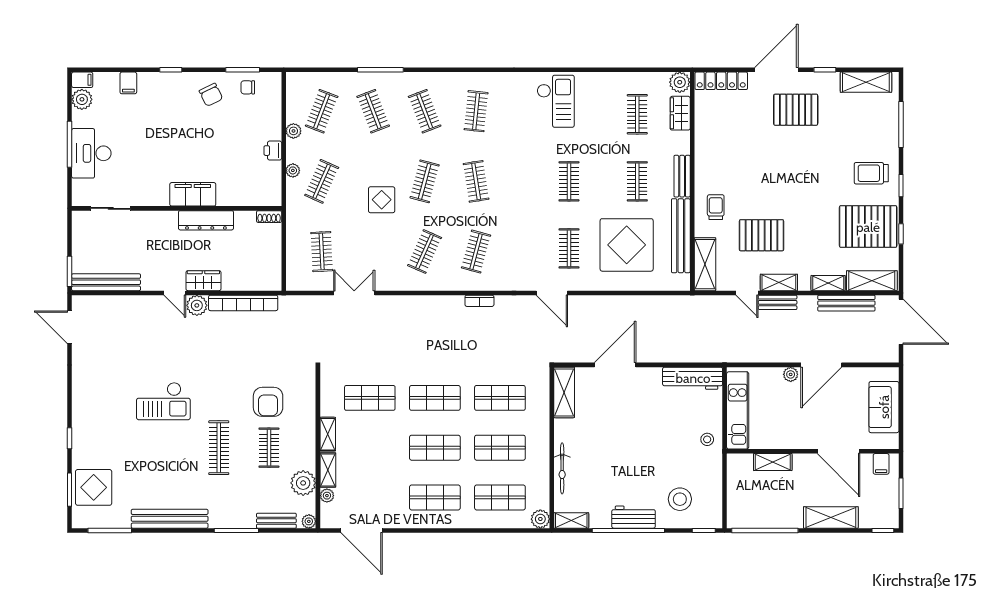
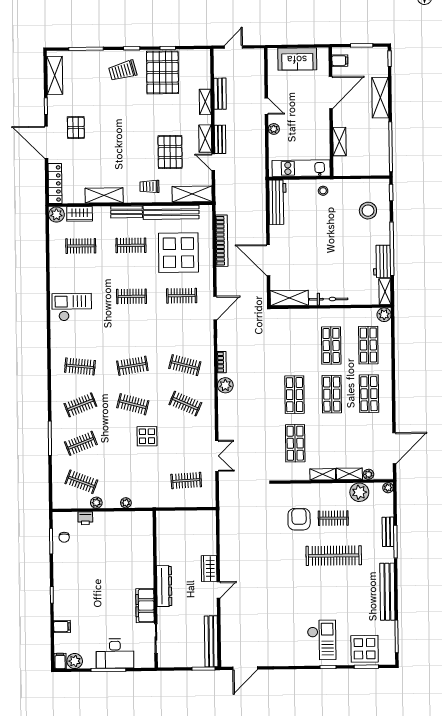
chair: (211, 95) -> (70, 565), removed
pallet: (796, 110) -> (76, 128), width x0.67, depth x0.71
printer: (273, 151) -> (85, 518), moved
trolley: (871, 173) -> (123, 71), turned 75
clothes rail: (322, 181) -> (134, 481), removed
filing cabinet: (193, 194) -> (145, 606), moved
shoe rack: (269, 217) -> (161, 520), removed
dresser: (206, 220) -> (164, 586), moved
shelving: (872, 281) -> (104, 195), moved, turned 90
double door: (354, 293) -> (217, 456), swing flipped
door: (747, 293) -> (213, 162), swing flipped
bookcase: (243, 303) -> (222, 241), moved
bench: (846, 303) -> (220, 94), width x0.73
plant: (197, 305) -> (225, 385), moved
door: (901, 322) -> (233, 47), width x0.53
door: (821, 365) -> (266, 106), width x0.53
shop shelf: (500, 398) -> (294, 346), removed
checkout: (163, 401) -> (322, 640), moved
armchair: (268, 402) -> (299, 519), turned -90
clothes rail: (219, 448) -> (334, 556), width x1.37, depth x1.31
bicycle: (562, 468) -> (329, 299), moved
workbench: (634, 517) -> (382, 261), moved
bench: (276, 521) -> (388, 532), moved

